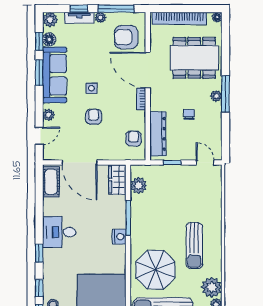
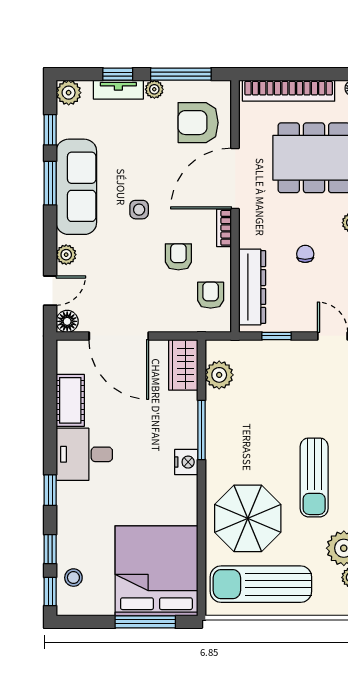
floor lamp: (49, 39) -> (67, 321), moved
door: (148, 70) -> (235, 179), hinge flipped
armchair: (94, 117) -> (178, 257), moved
cot: (51, 182) -> (70, 400), moved

